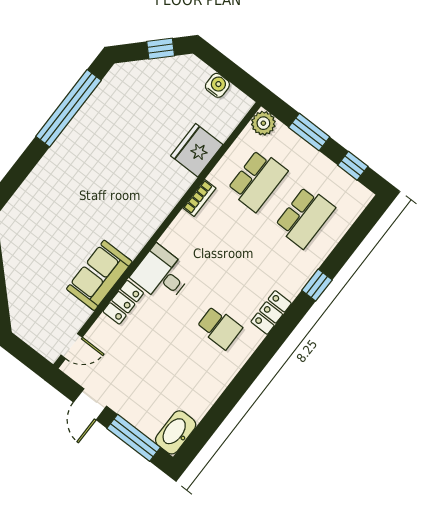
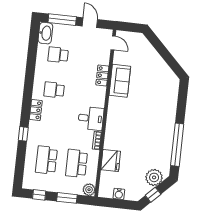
plant: (141, 77) -> (154, 177), added
desk: (161, 275) -> (91, 118), moved
door: (72, 346) -> (113, 43), swing flipped
school desk: (177, 383) -> (58, 55), added

